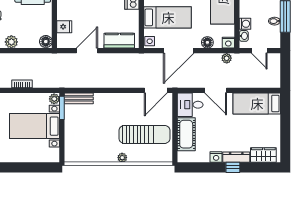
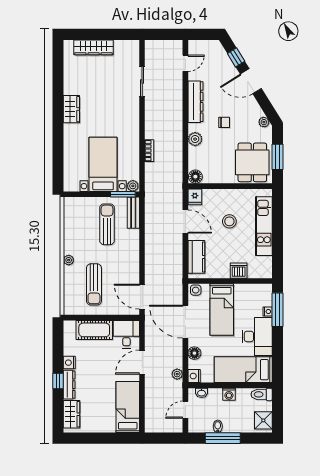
stool: (87, 10) -> (229, 221), added
washing machine: (245, 24) -> (229, 394), moved
fridge: (64, 27) -> (195, 197), moved
sun lounger: (89, 122) -> (107, 224), added
sun lounger: (144, 134) -> (94, 284), width x0.73, depth x0.75

